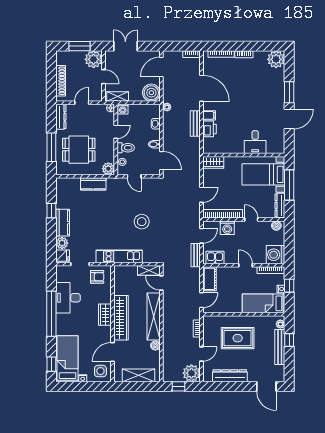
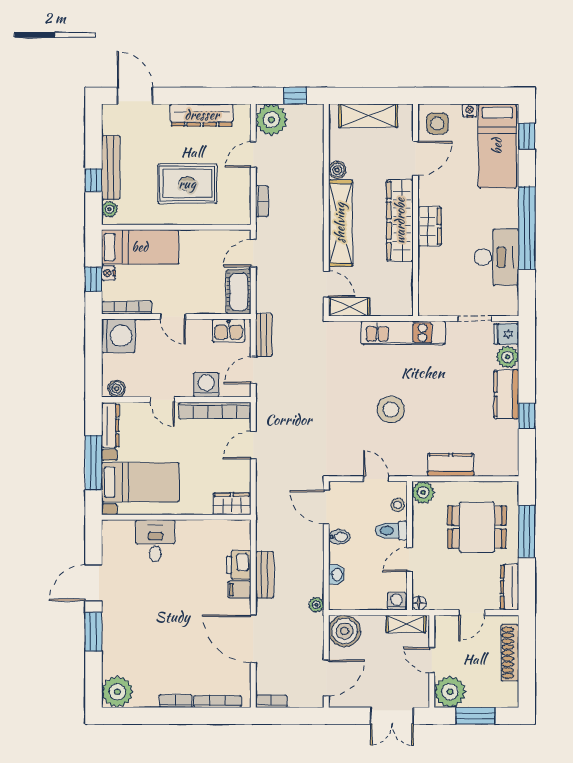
stool: (142, 222) -> (391, 409), moved
armchair: (97, 277) -> (443, 295), removed

